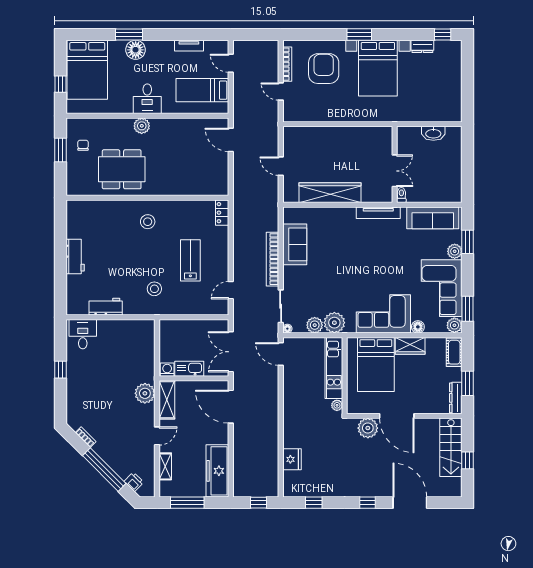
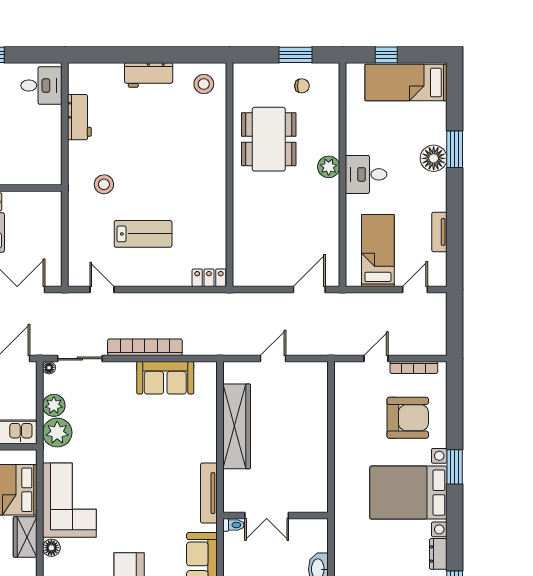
bed: (87, 70) -> (406, 83), width x0.67
stool: (148, 222) -> (204, 84), moved

